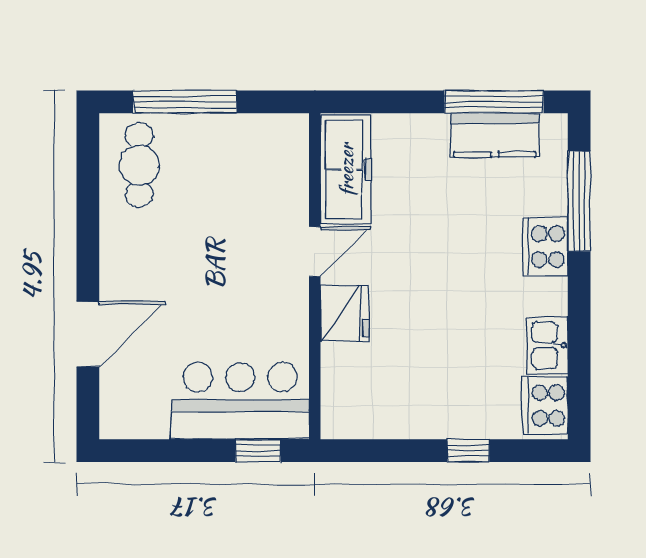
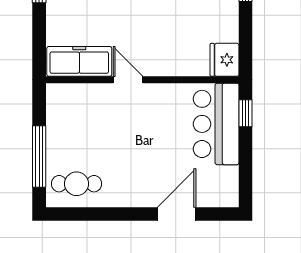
fridge: (345, 313) -> (225, 60), moved, turned -90
door: (88, 334) -> (177, 214), hinge flipped

